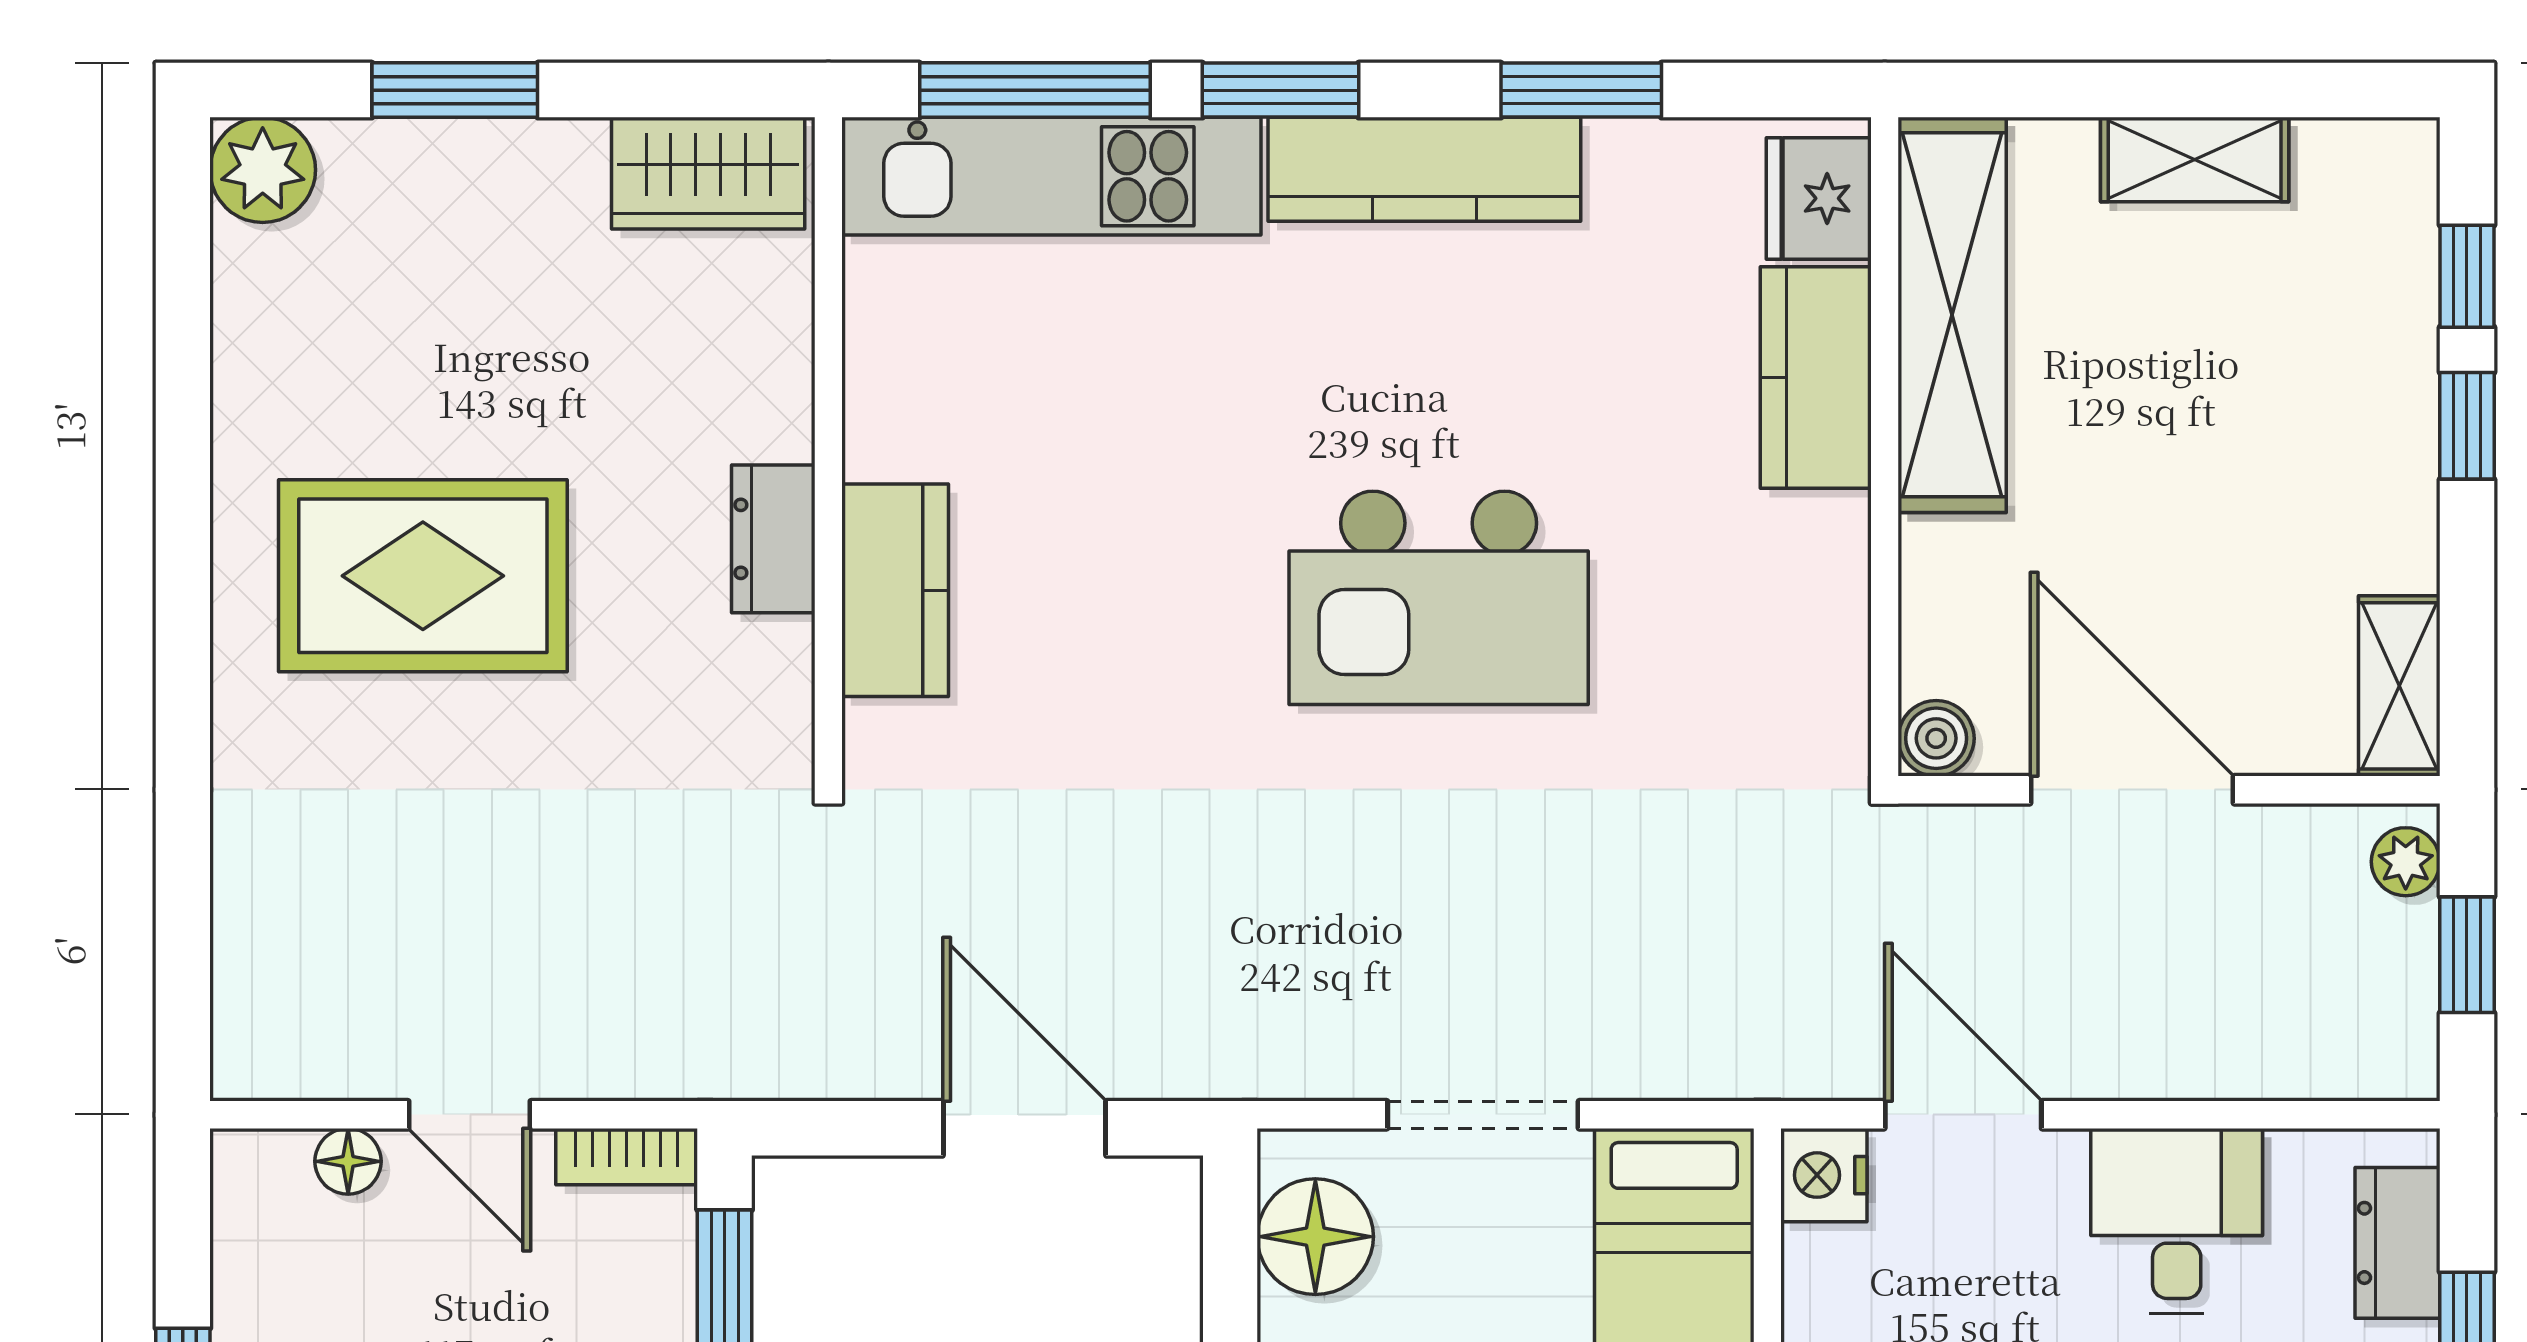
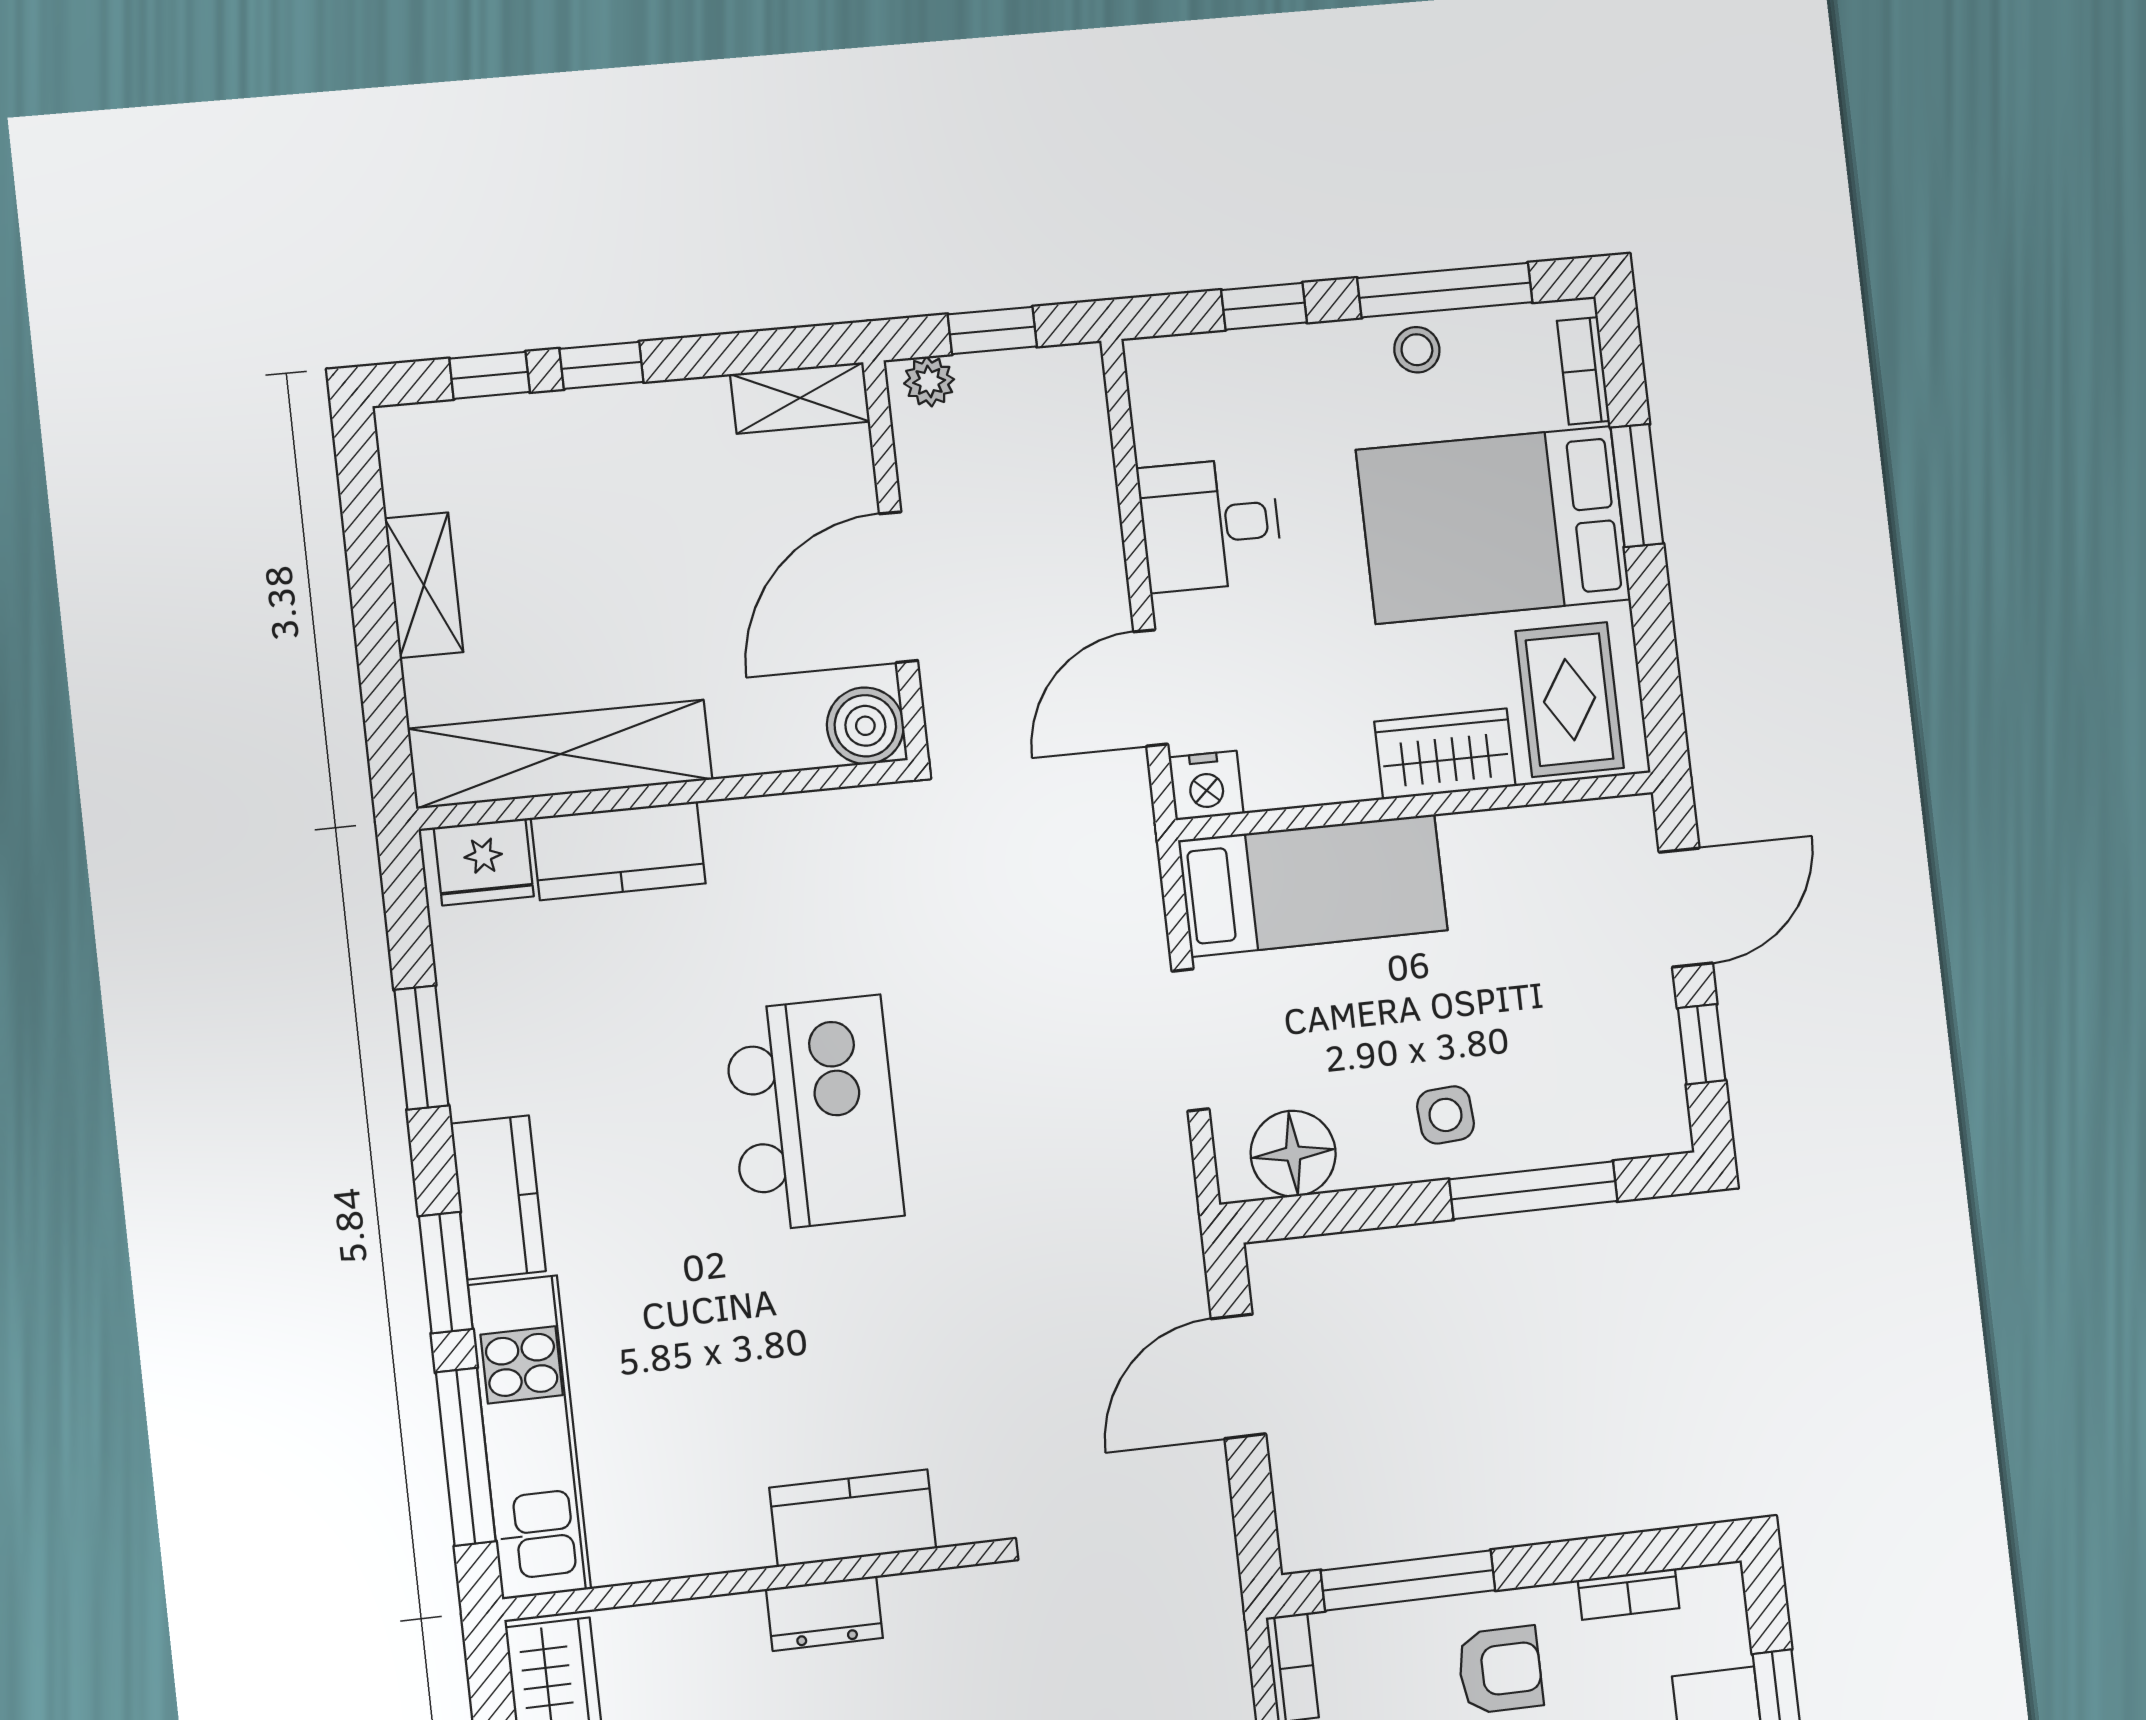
kitchen counter: (1424, 169) -> (498, 1197), width x0.67
boiler: (1936, 738) -> (865, 726), width x1.36, depth x1.36
dresser: (2397, 1243) -> (1208, 362), removed

